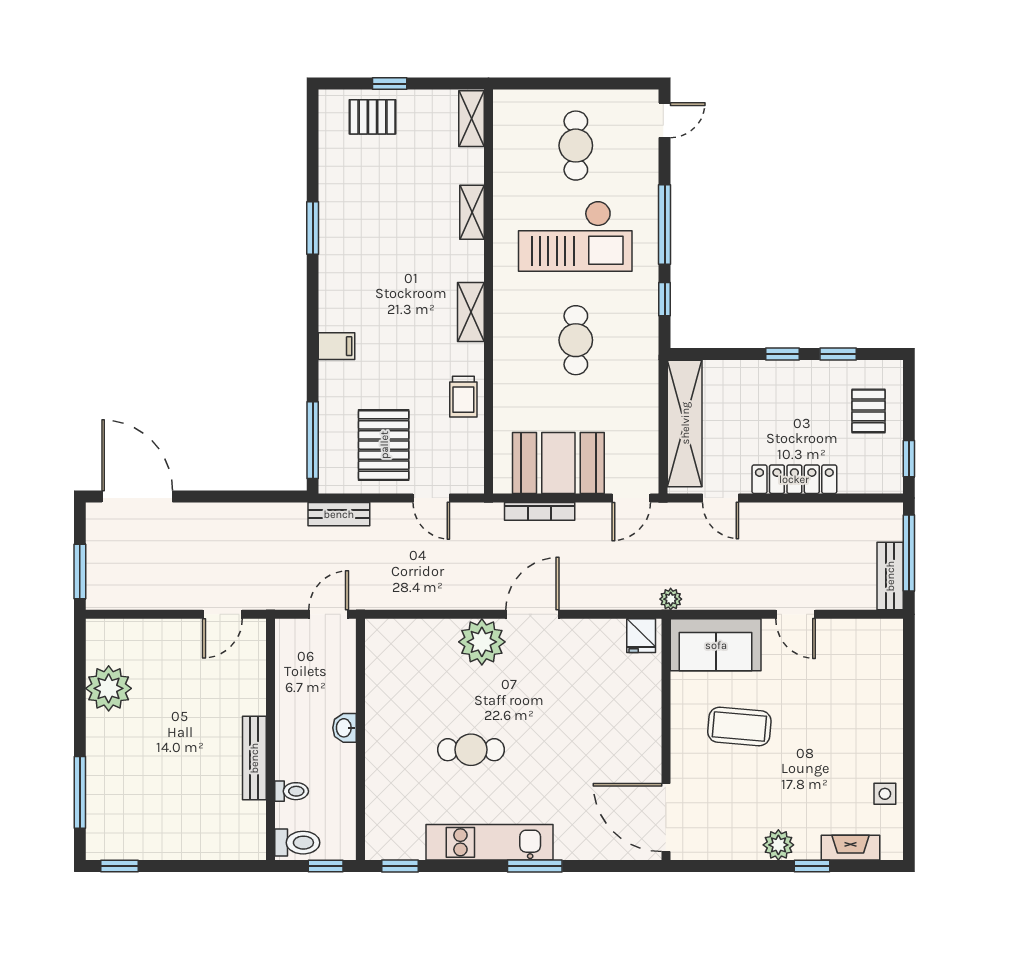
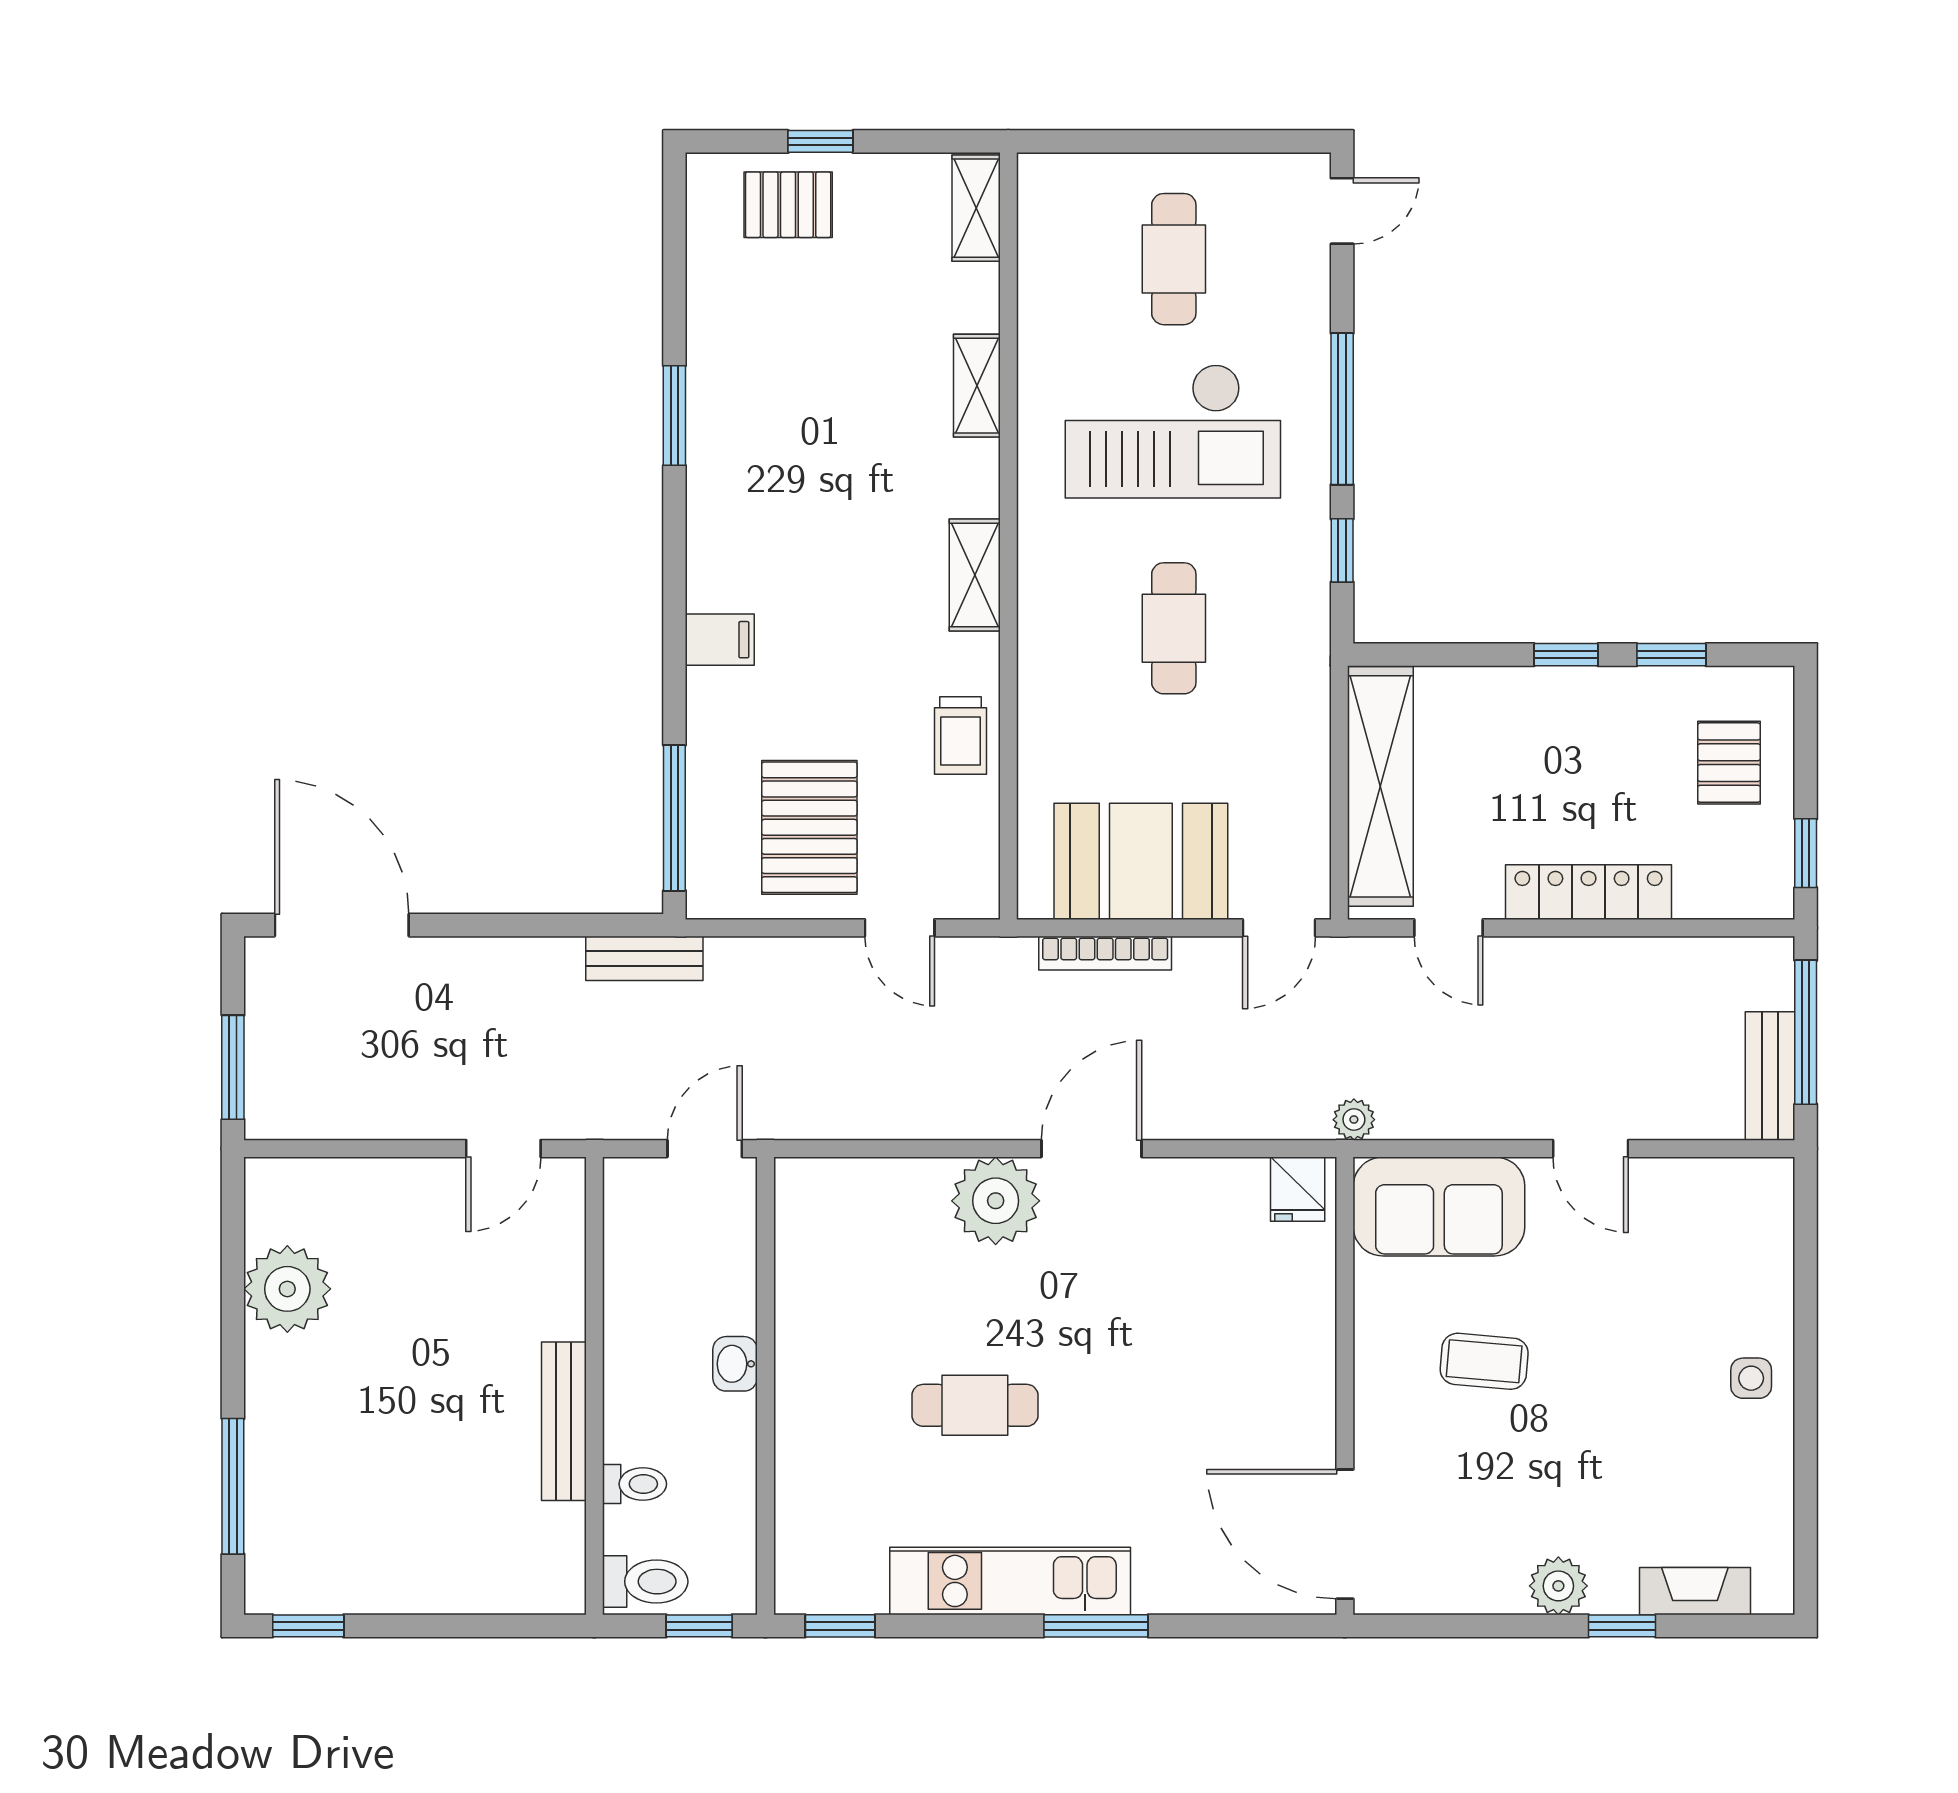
bench: (339, 514) -> (644, 958), moved
coffee table: (739, 726) -> (1484, 1361), width x0.73, depth x0.77
side table: (885, 794) -> (1751, 1378), moved

